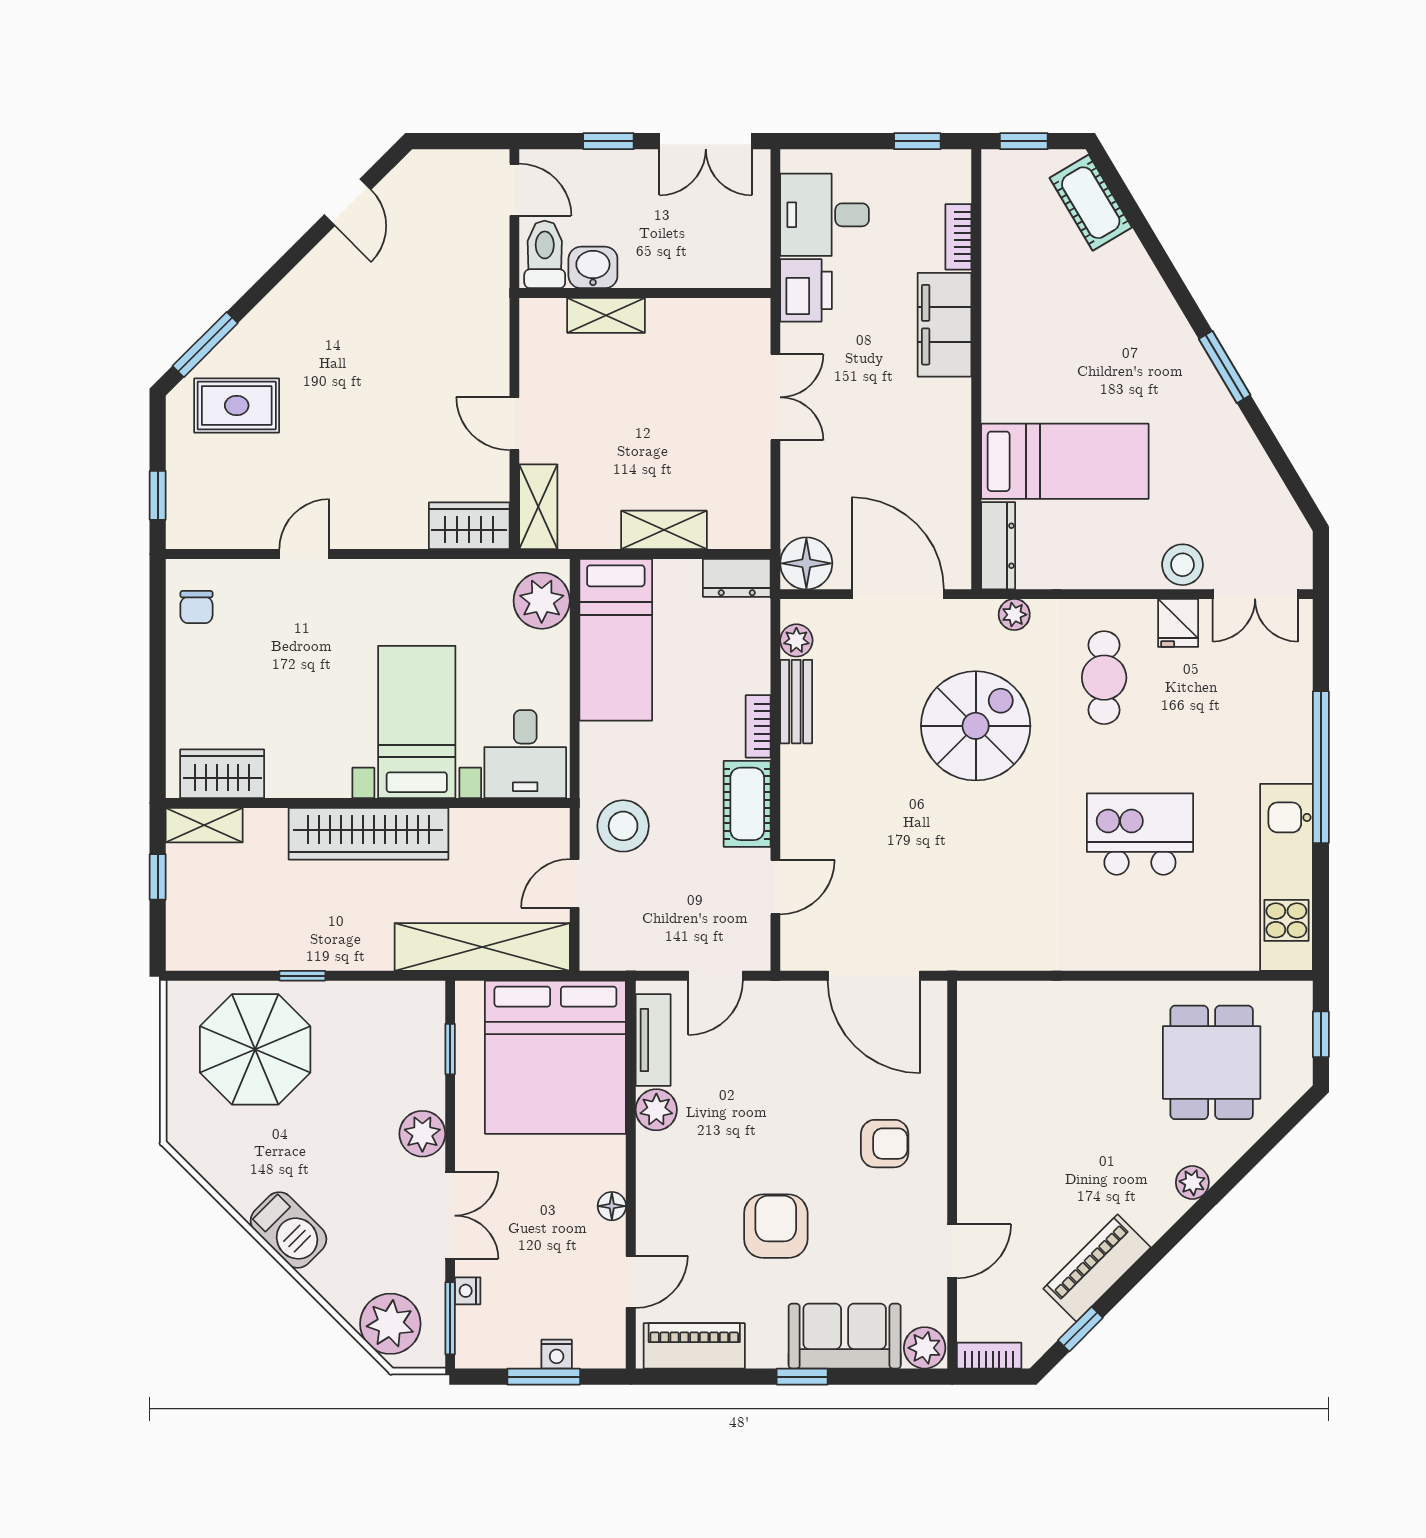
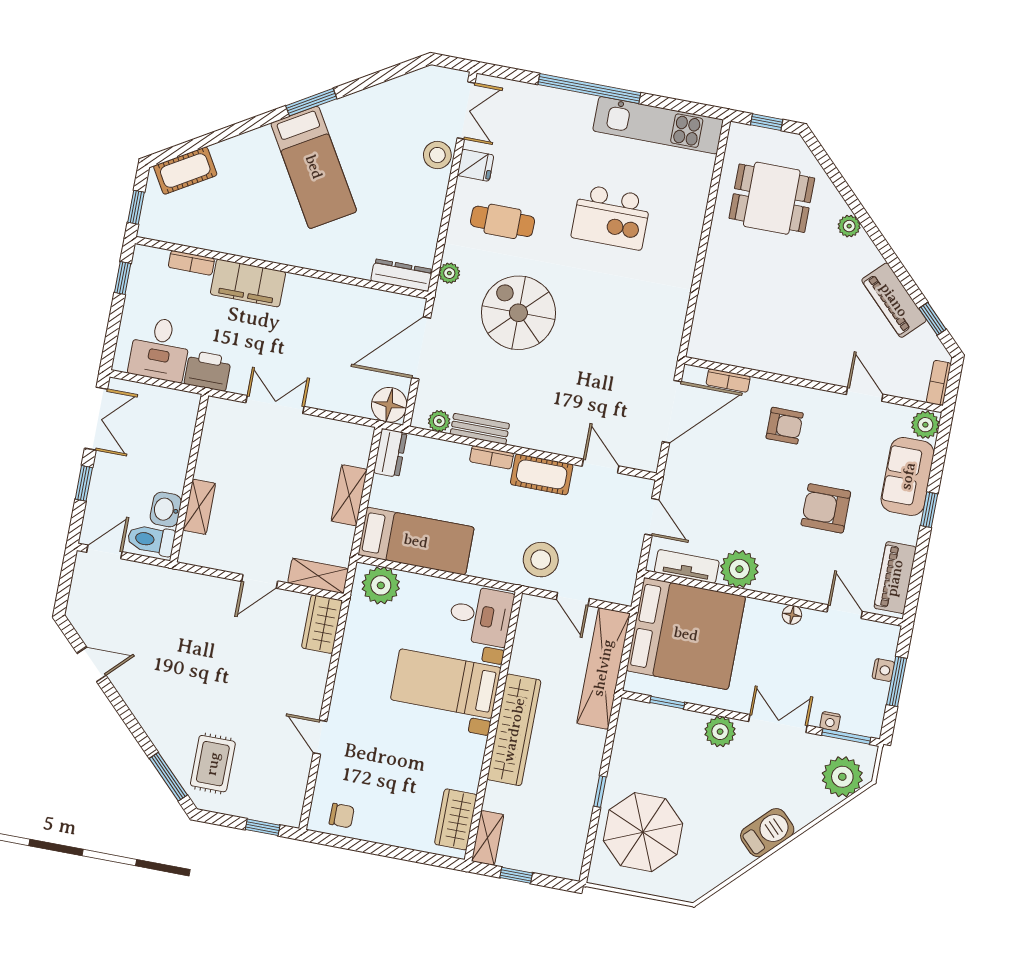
bed: (1065, 461) -> (314, 167), moved, turned 149
kitchen island: (1140, 834) -> (611, 217), turned -90
bookcase: (935, 1049) -> (728, 380), added
plant: (656, 1110) -> (739, 569), width x1.36, depth x1.36
armchair: (885, 1144) -> (785, 426), turned 90

